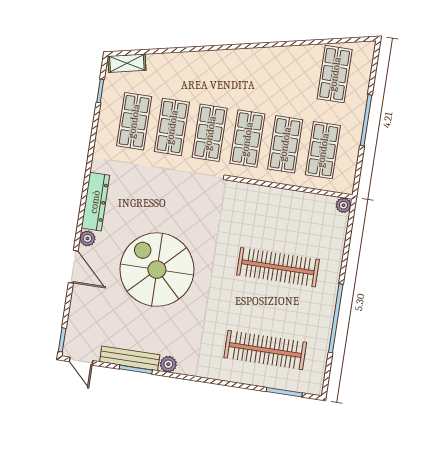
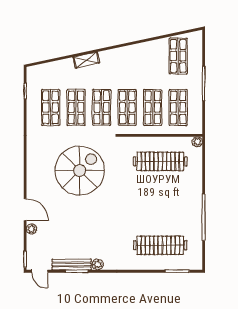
shelving: (127, 63) -> (86, 60), moved
dresser: (95, 202) -> (33, 164), removed
plant: (87, 238) -> (32, 229), moved
clothes rail: (278, 267) -> (160, 161), moved
spiral stairs: (157, 270) -> (80, 171), moved, turned 90

